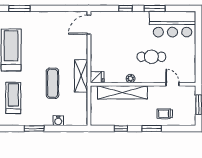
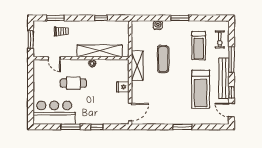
window: (19, 8) -> (182, 127), moved
fridge: (97, 77) -> (123, 87), moved
window: (152, 129) -> (55, 18), moved

